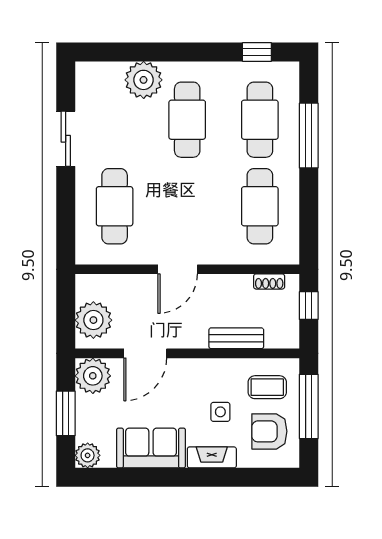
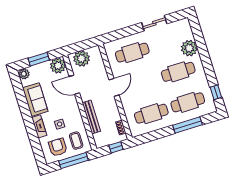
door: (178, 269) -> (114, 87), swing flipped
bench: (236, 338) -> (91, 117), width x1.36

